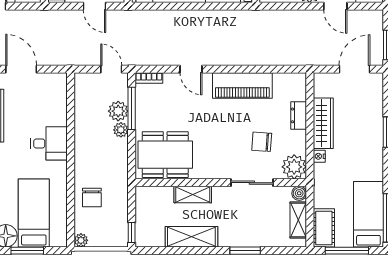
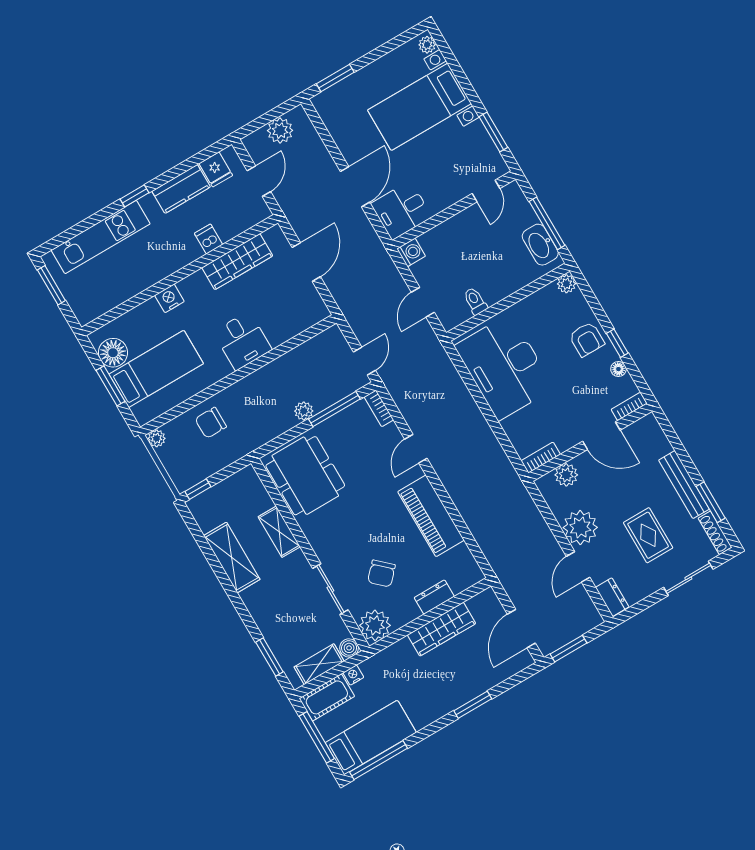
door: (355, 69) -> (521, 629), swing flipped
plant: (118, 111) -> (323, 396), removed
chair: (262, 142) -> (381, 573), turned -141
nightstand: (319, 156) -> (353, 675), moved
window: (245, 251) -> (269, 657), moved

